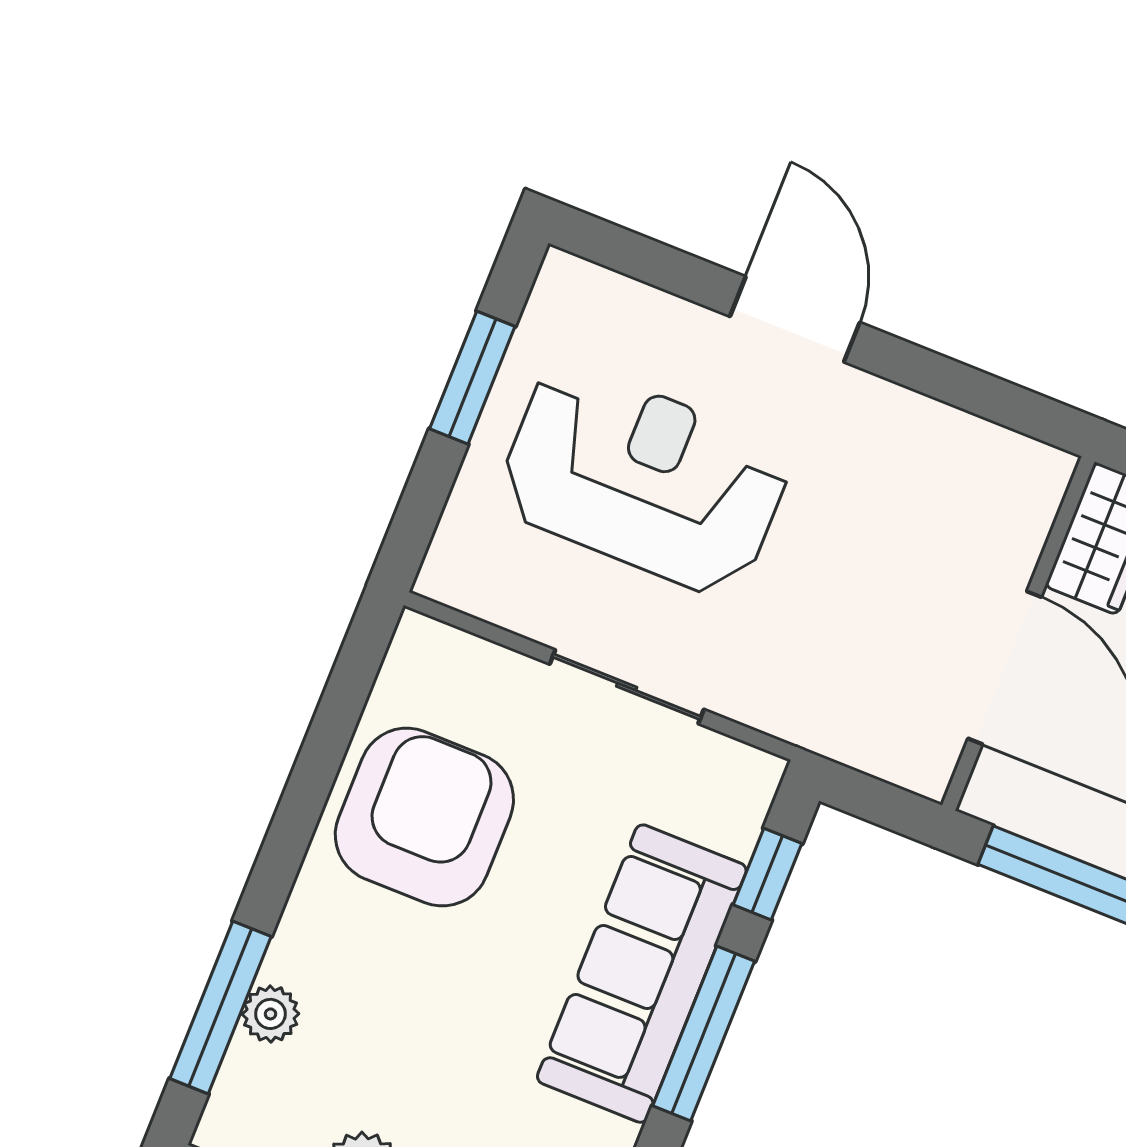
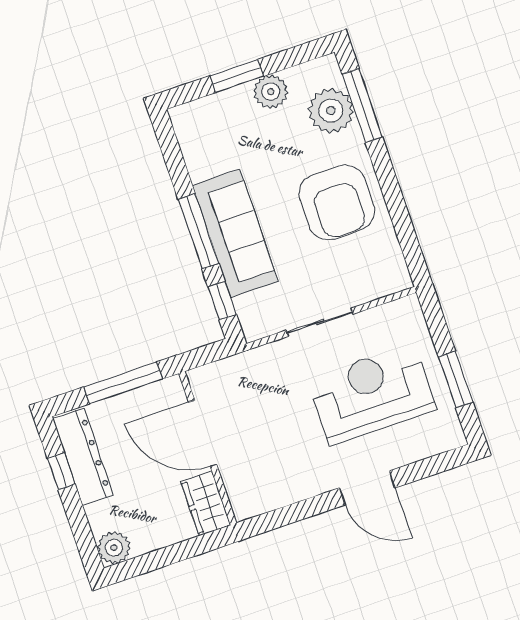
reception desk: (644, 479) -> (372, 394), turned 180
armchair: (424, 817) -> (337, 202), moved
plant: (270, 1014) -> (331, 111), width x1.88, depth x1.88

